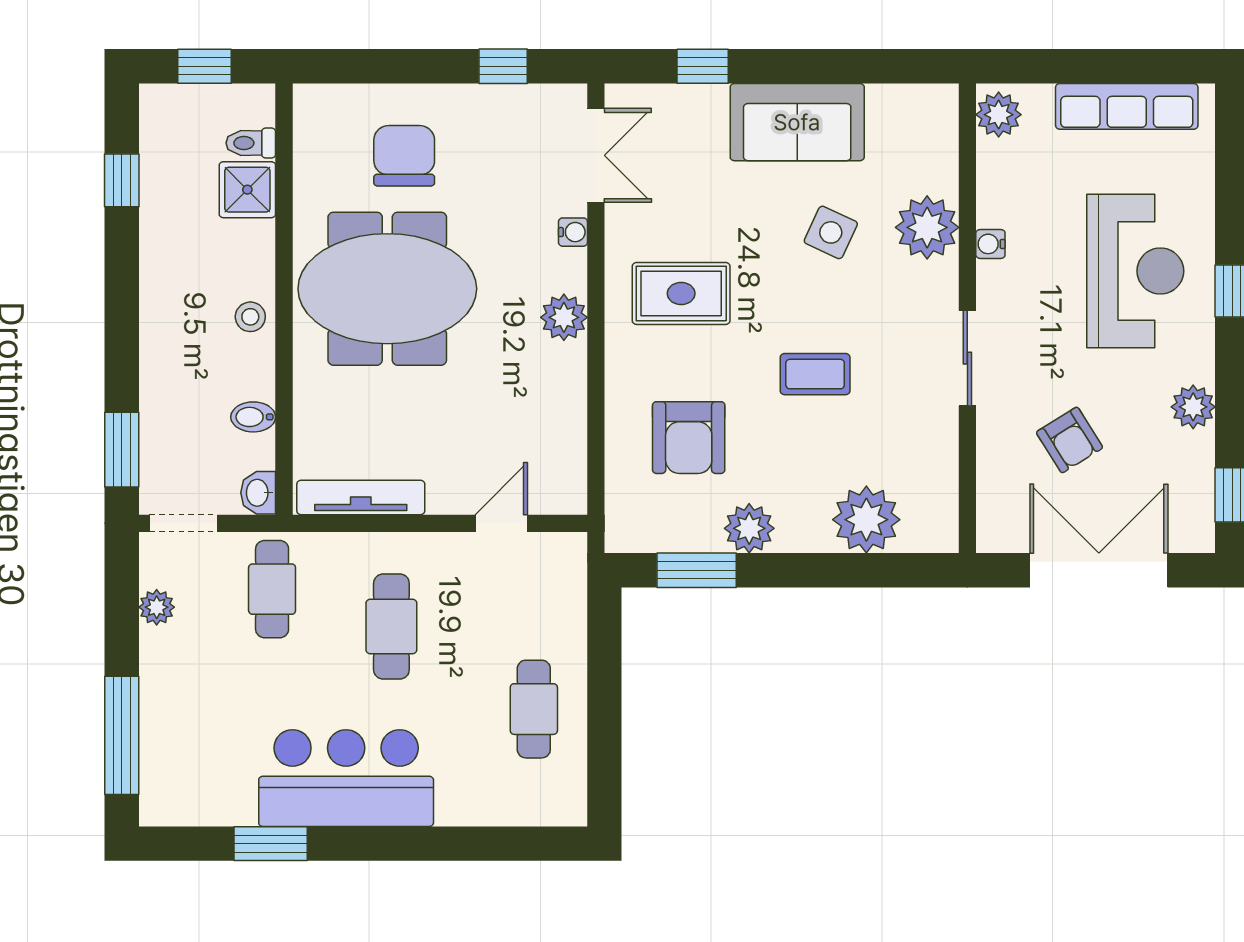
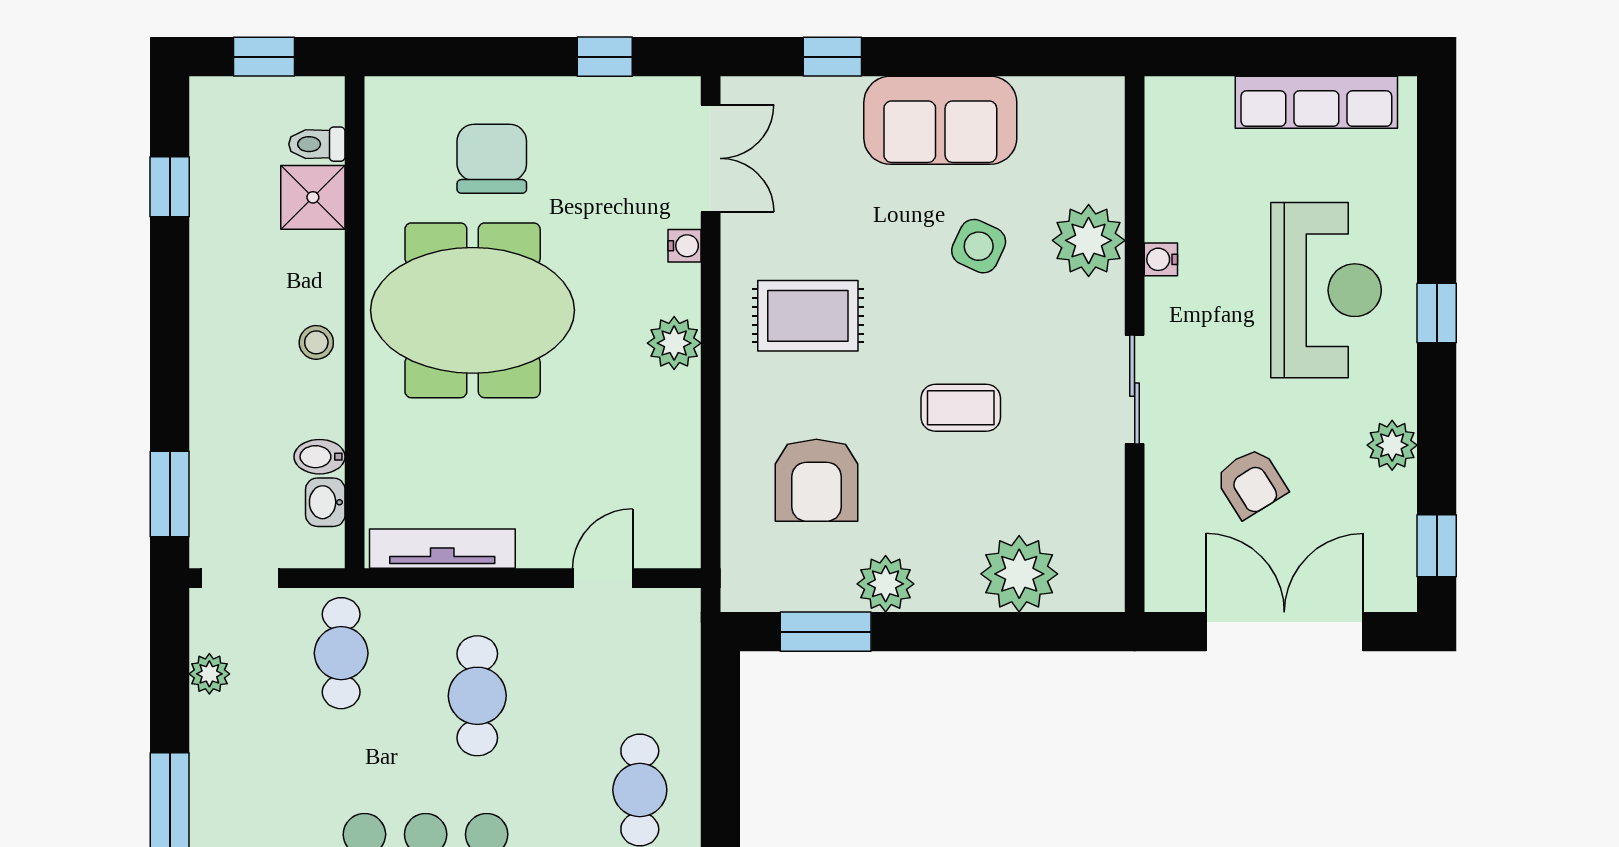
plant: (999, 115) -> (1170, 112), removed
washbasin: (258, 493) -> (325, 502), moved

